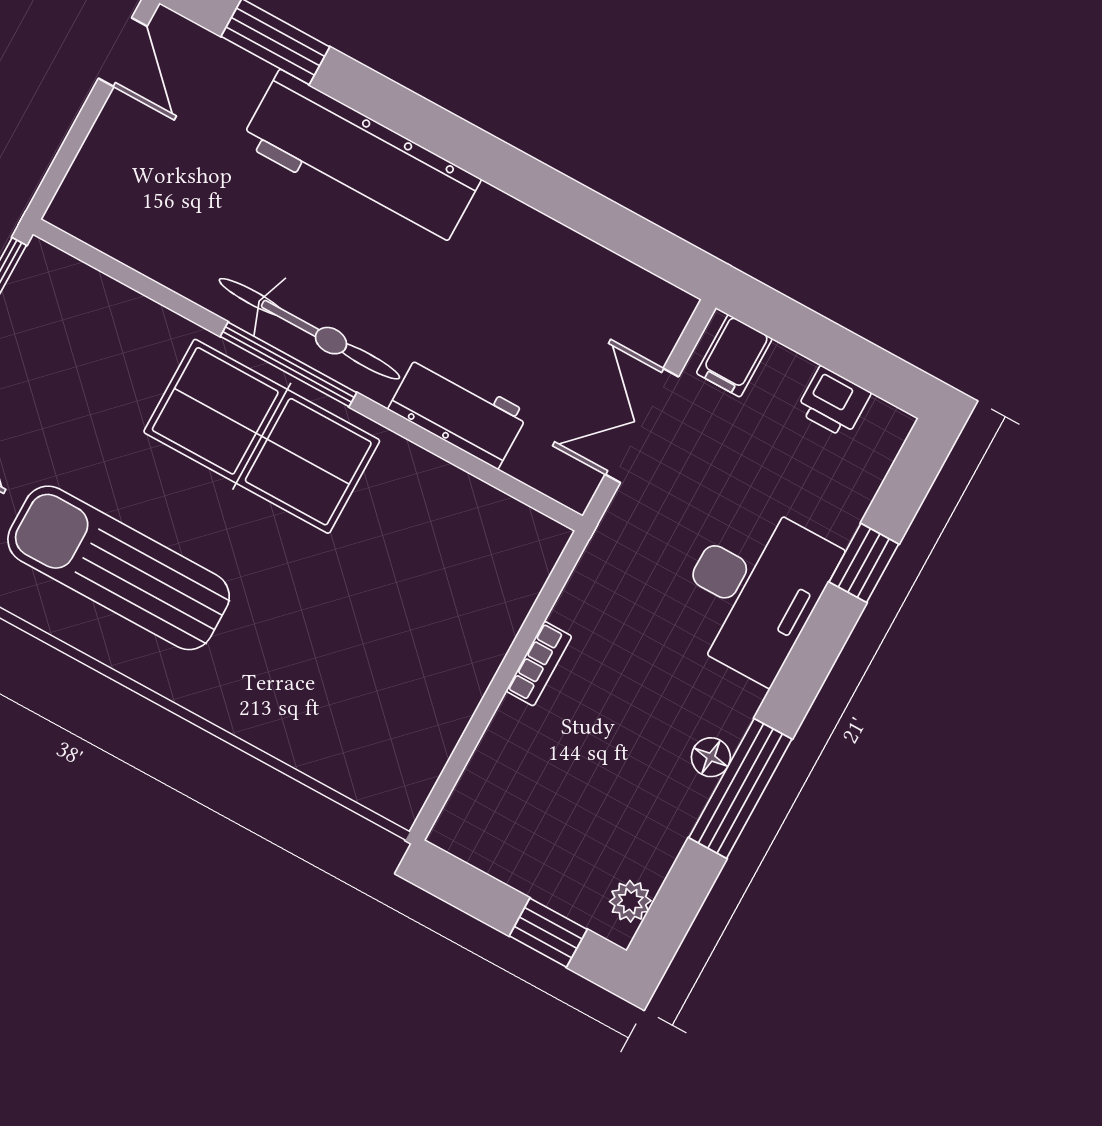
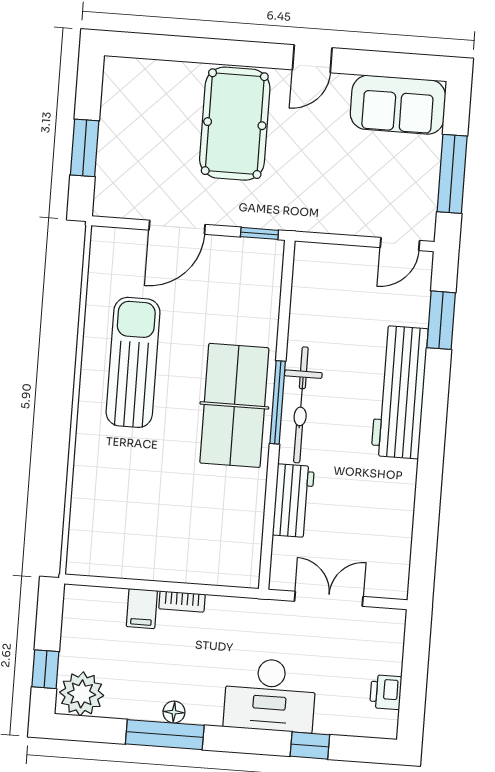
filing cabinet: (734, 356) -> (142, 609), moved, turned -90
plant: (630, 901) -> (82, 694), width x1.87, depth x1.87

